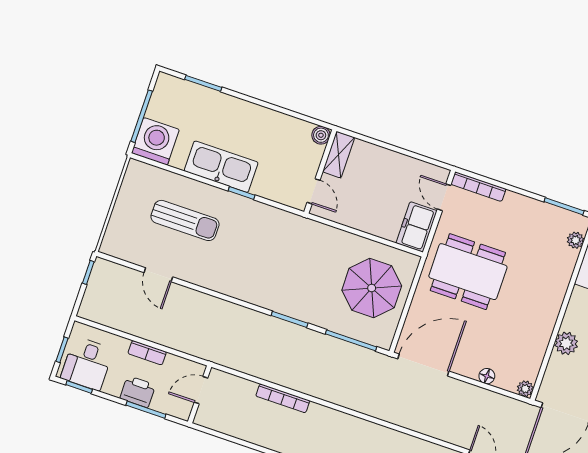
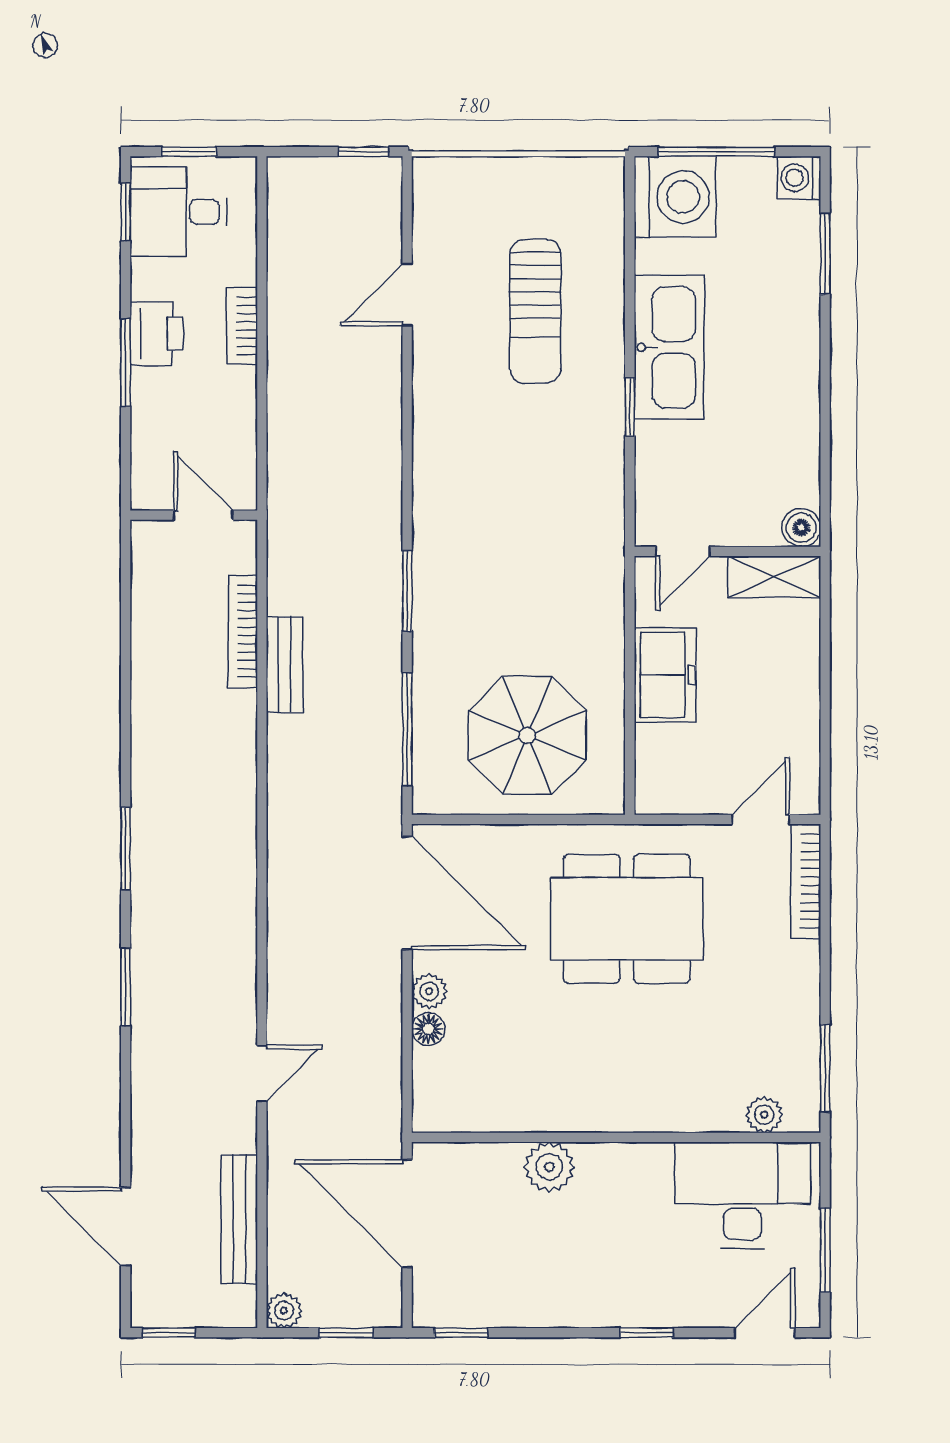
washing machine: (166, 83) -> (799, 178), added
freezer: (417, 227) -> (665, 675), moved, turned 90
dining table: (468, 272) -> (627, 919), turned 90
bench: (304, 385) -> (285, 665), added
plant: (525, 389) -> (429, 991), moved
door: (201, 390) -> (203, 515), moved
wall: (200, 394) -> (194, 515), moved

